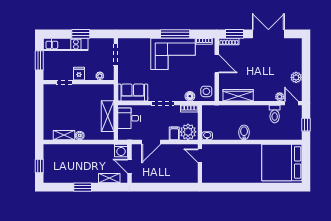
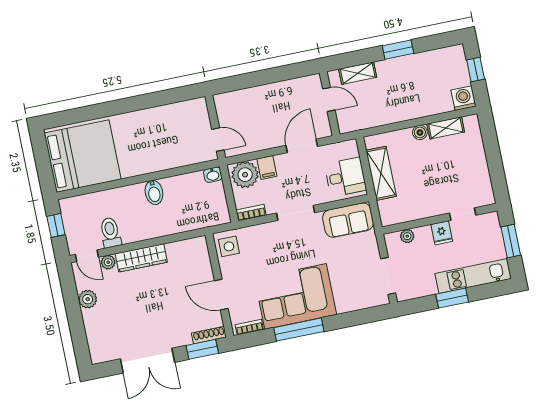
wardrobe: (238, 95) -> (141, 258), moved
floor lamp: (190, 96) -> (254, 233), removed
washing machine: (121, 150) -> (464, 98), moved

